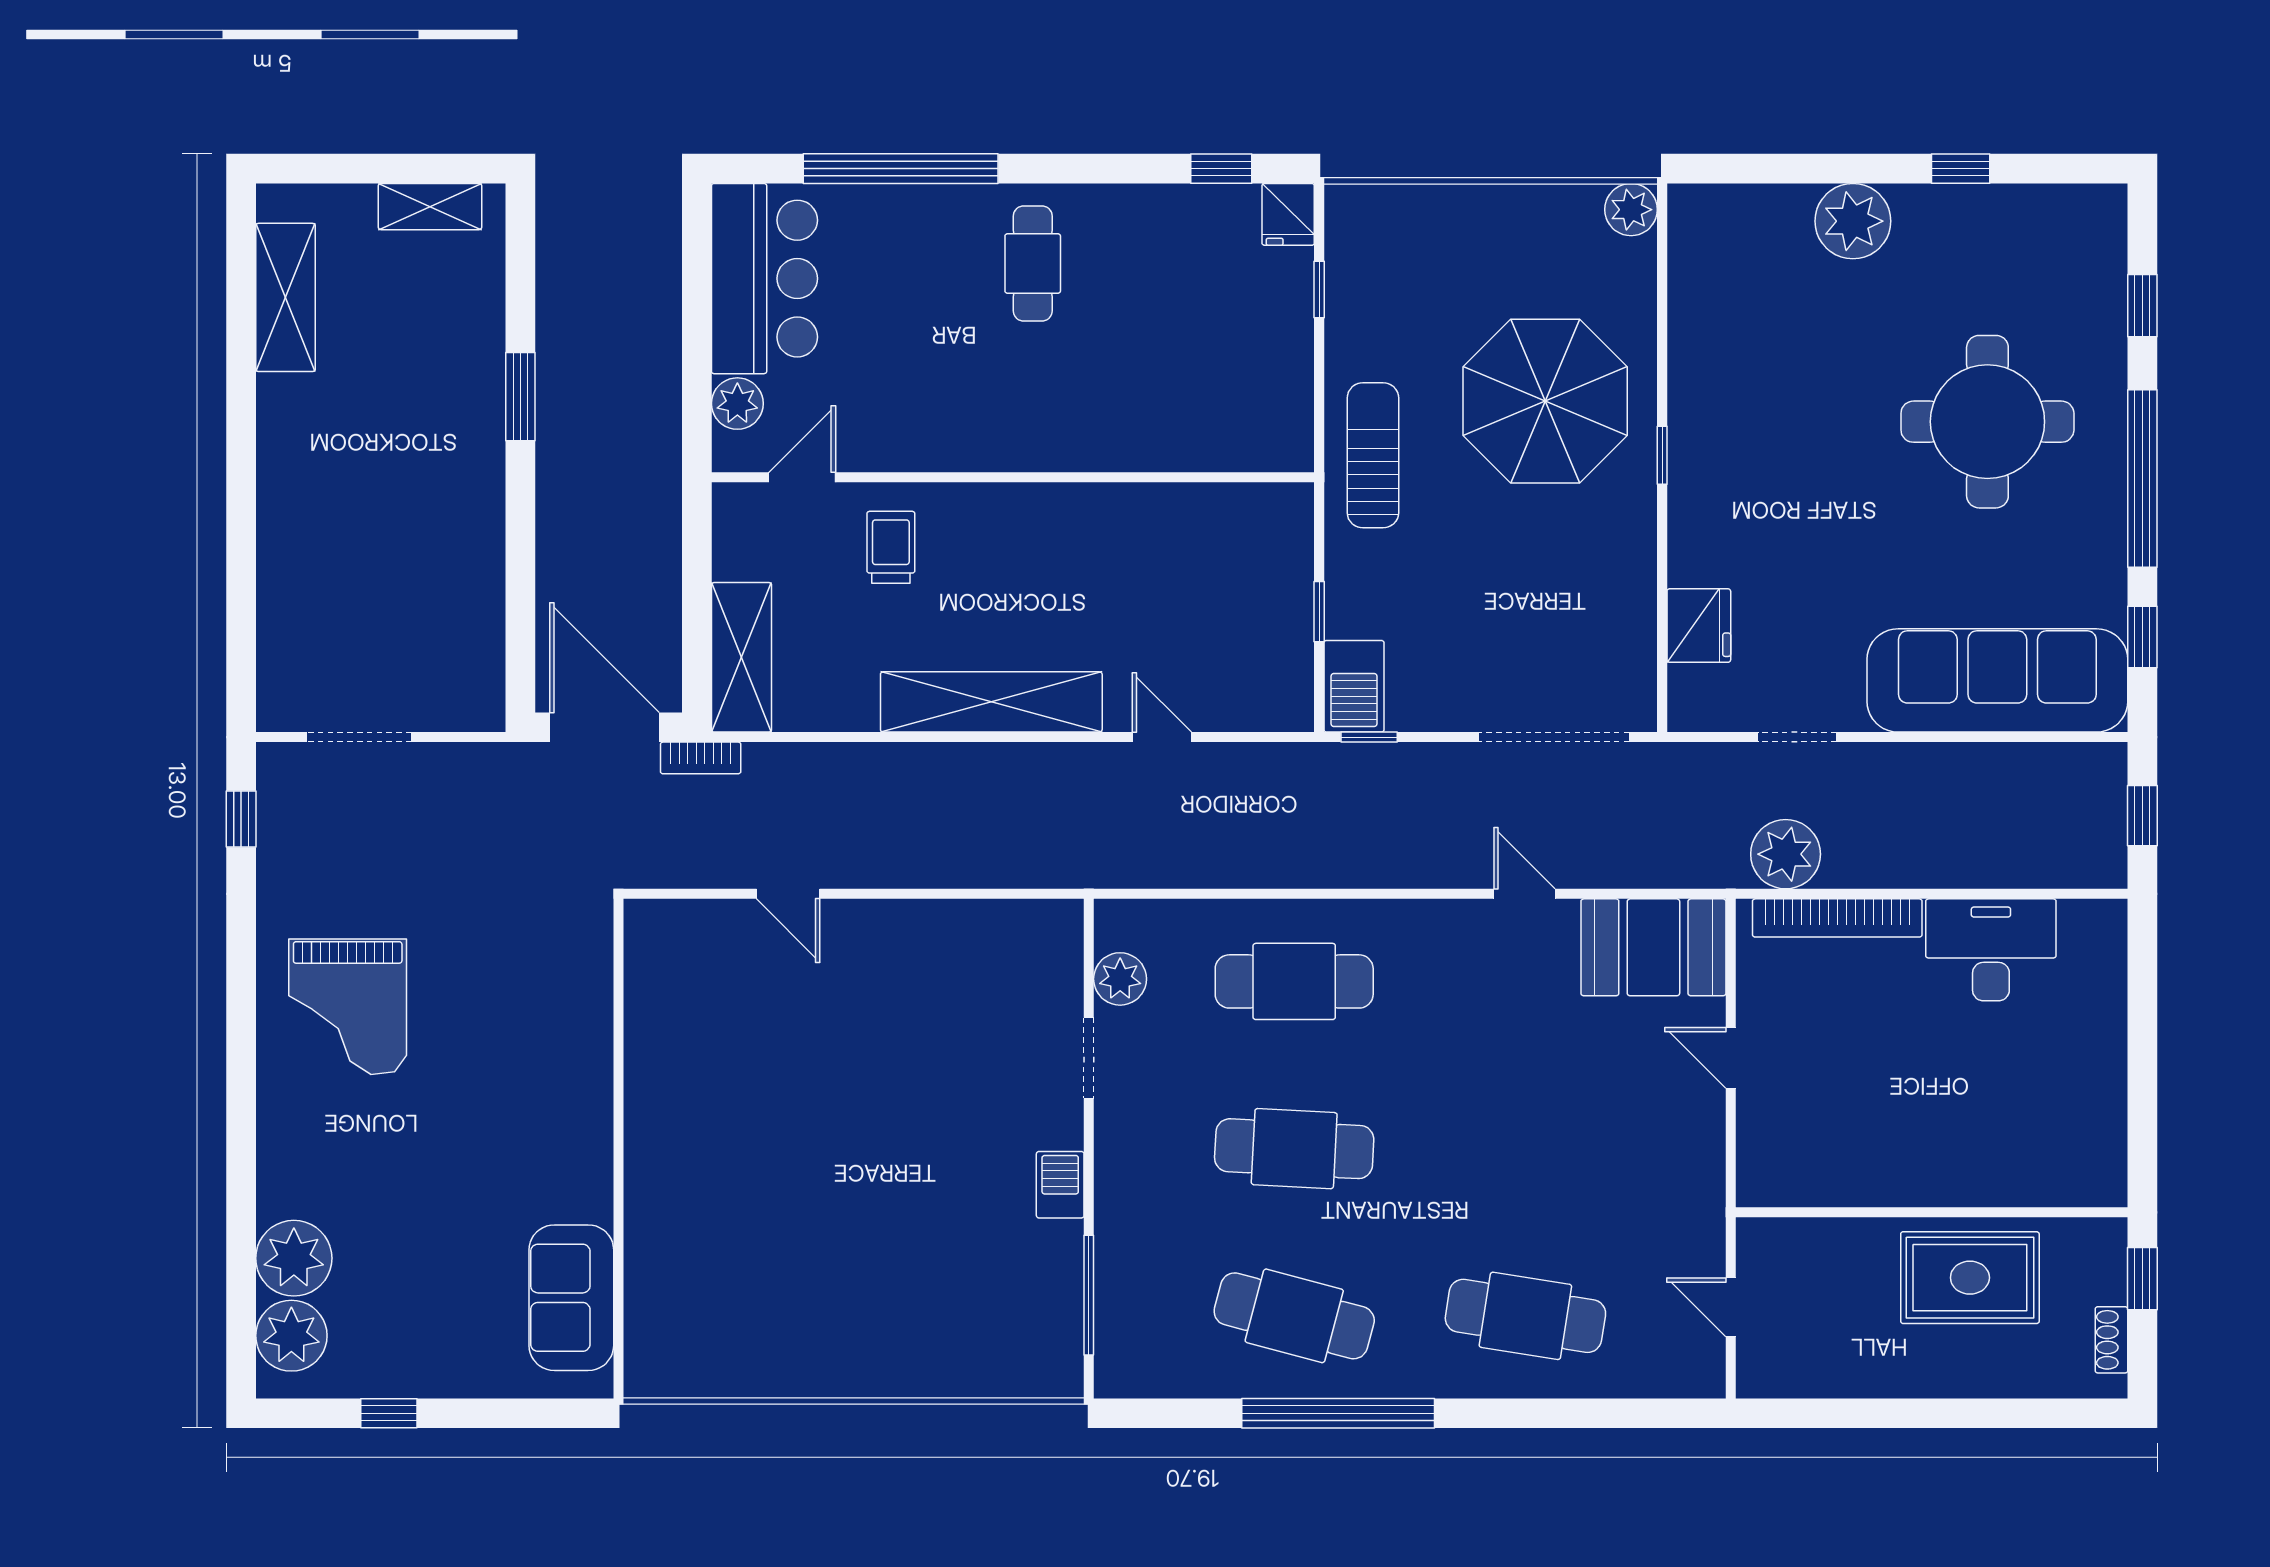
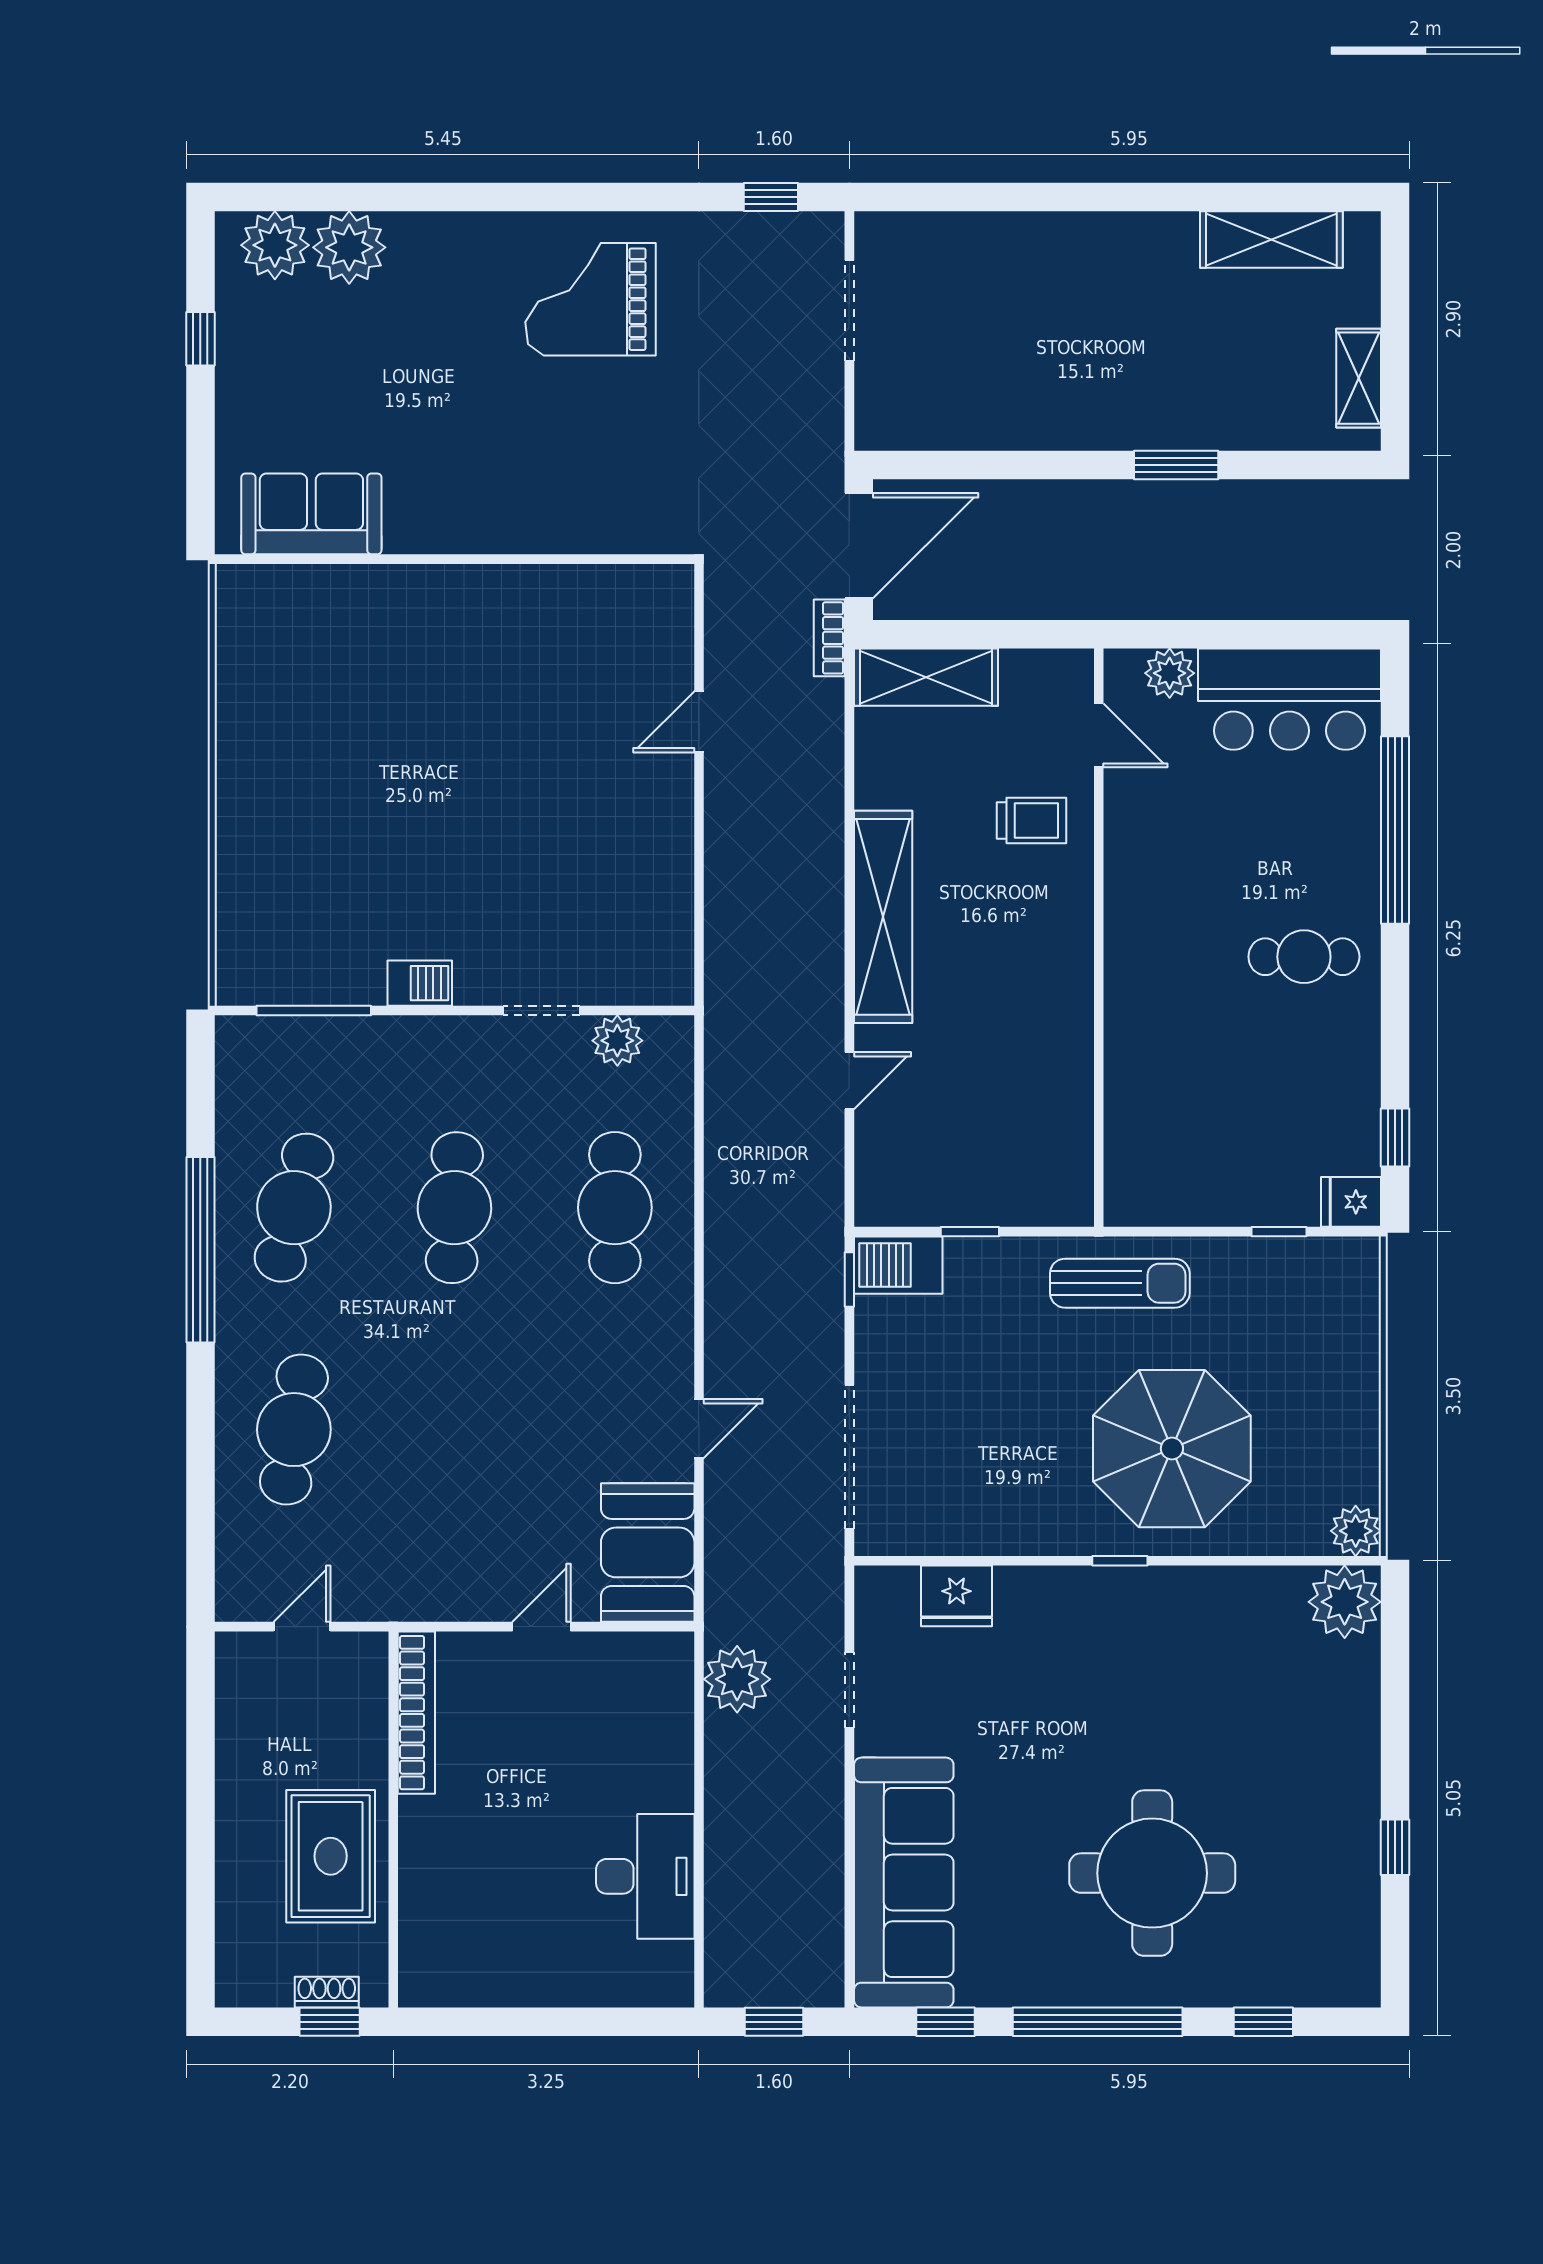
plant: (1853, 221) -> (1345, 1602), moved
bookcase: (1837, 918) -> (416, 1713), moved, turned 180
shoe rack: (2112, 1340) -> (327, 1992), moved

